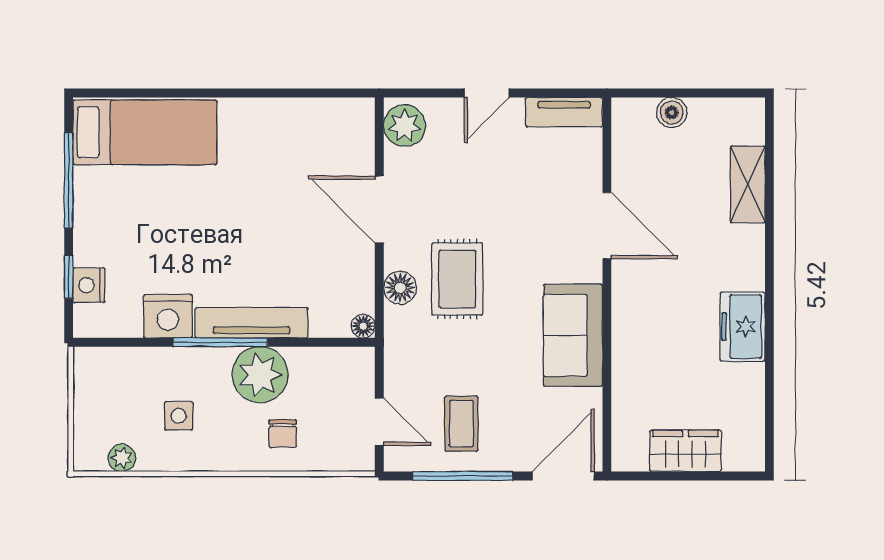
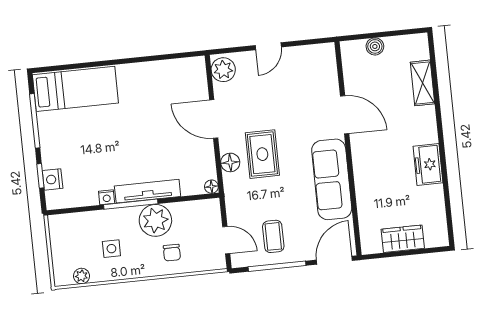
tv unit: (564, 112) -> (313, 53), removed
nightstand: (168, 316) -> (107, 197), width x0.53, depth x0.56
sofa: (573, 335) -> (332, 179), width x1.36

